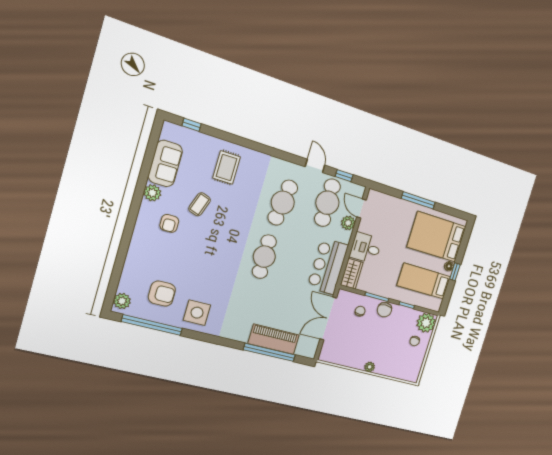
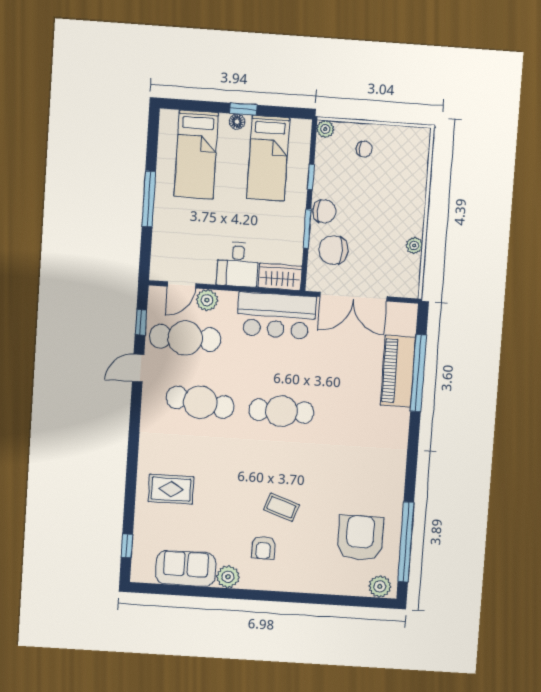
coffee table: (200, 204) -> (282, 507), moved
armchair: (169, 223) -> (263, 548), turned 90
bed: (437, 237) -> (196, 155), width x0.67
armchair: (162, 294) -> (360, 538), width x1.36, depth x1.36
chair: (360, 311) -> (333, 250), width x1.87, depth x1.87
side table: (197, 313) -> (378, 487), removed
plant: (426, 323) -> (325, 129), width x0.53, depth x0.53
plant: (370, 367) -> (414, 245), moved

